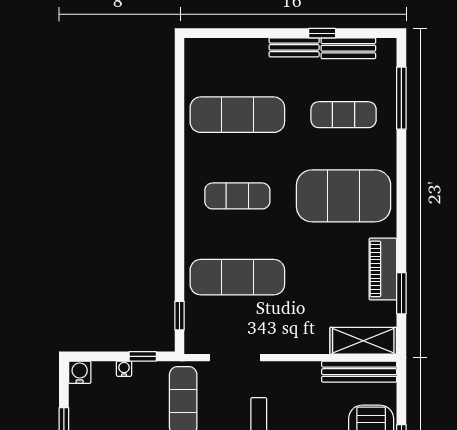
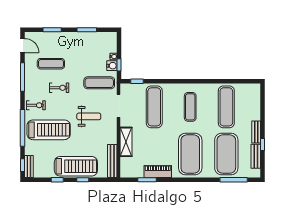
exercise mat: (344, 115) -> (226, 154), width x2.00, depth x1.45
shelving: (363, 341) -> (126, 142), moved
water cooler: (80, 372) -> (112, 66), moved

